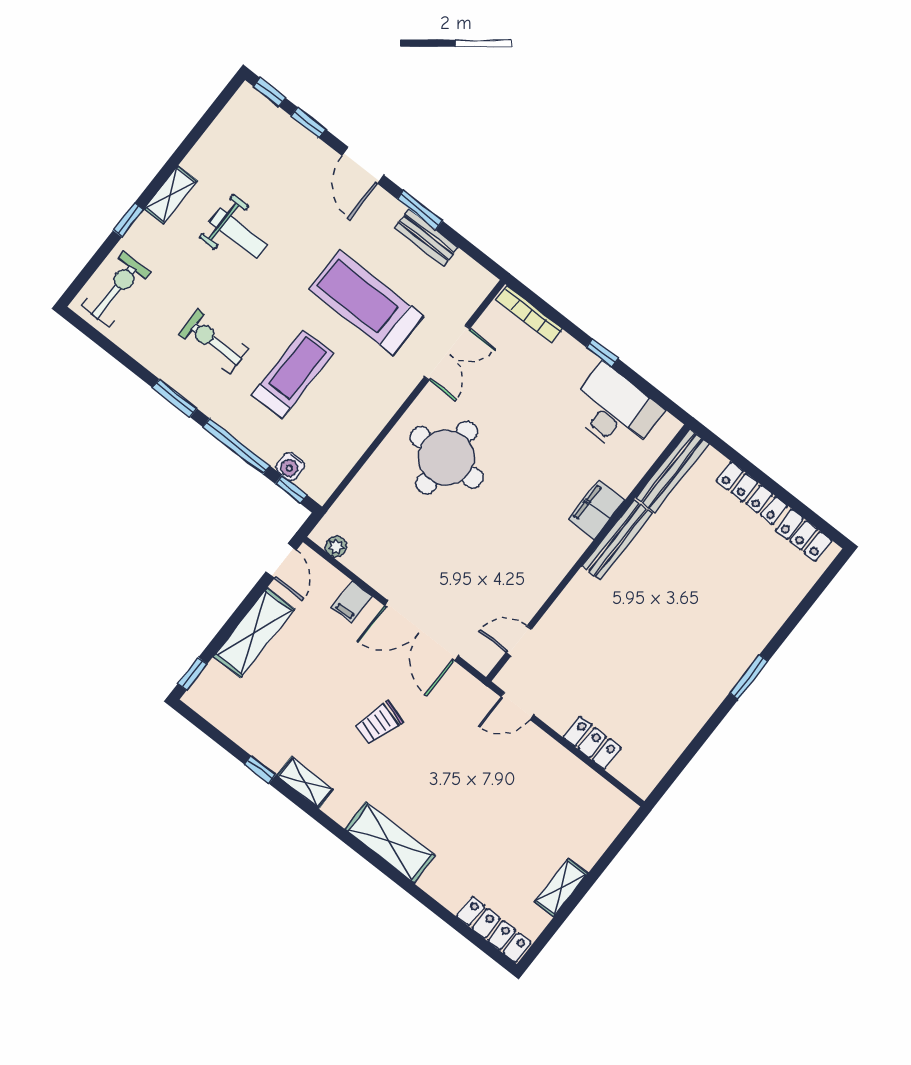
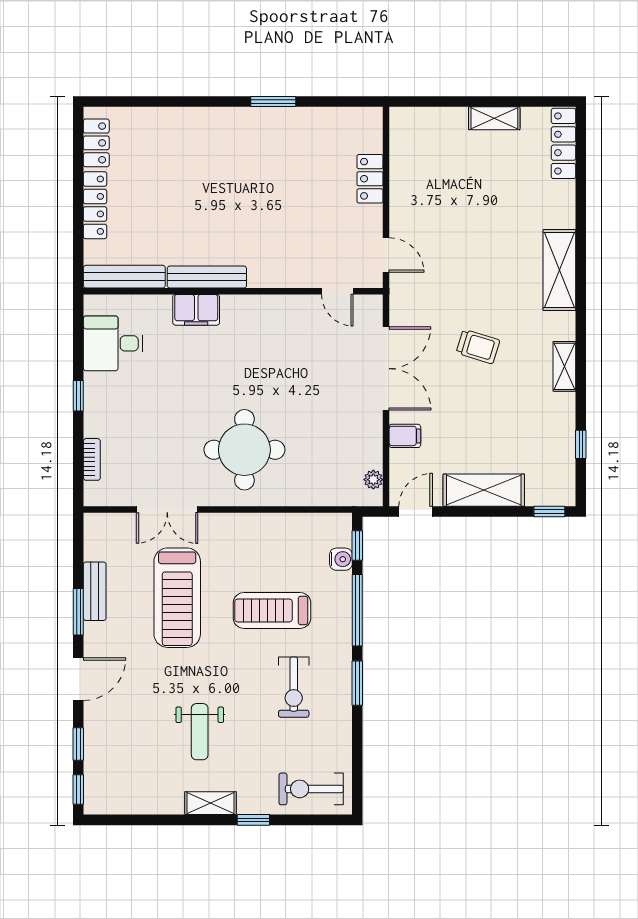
weight bench: (238, 233) -> (200, 732), turned 180
bookcase: (529, 314) -> (92, 459), width x0.64
double door: (447, 353) -> (167, 510), swing flipped
desk: (615, 410) -> (113, 343), width x0.73
window: (749, 677) -> (273, 102), moved
window: (260, 770) -> (581, 444), moved

